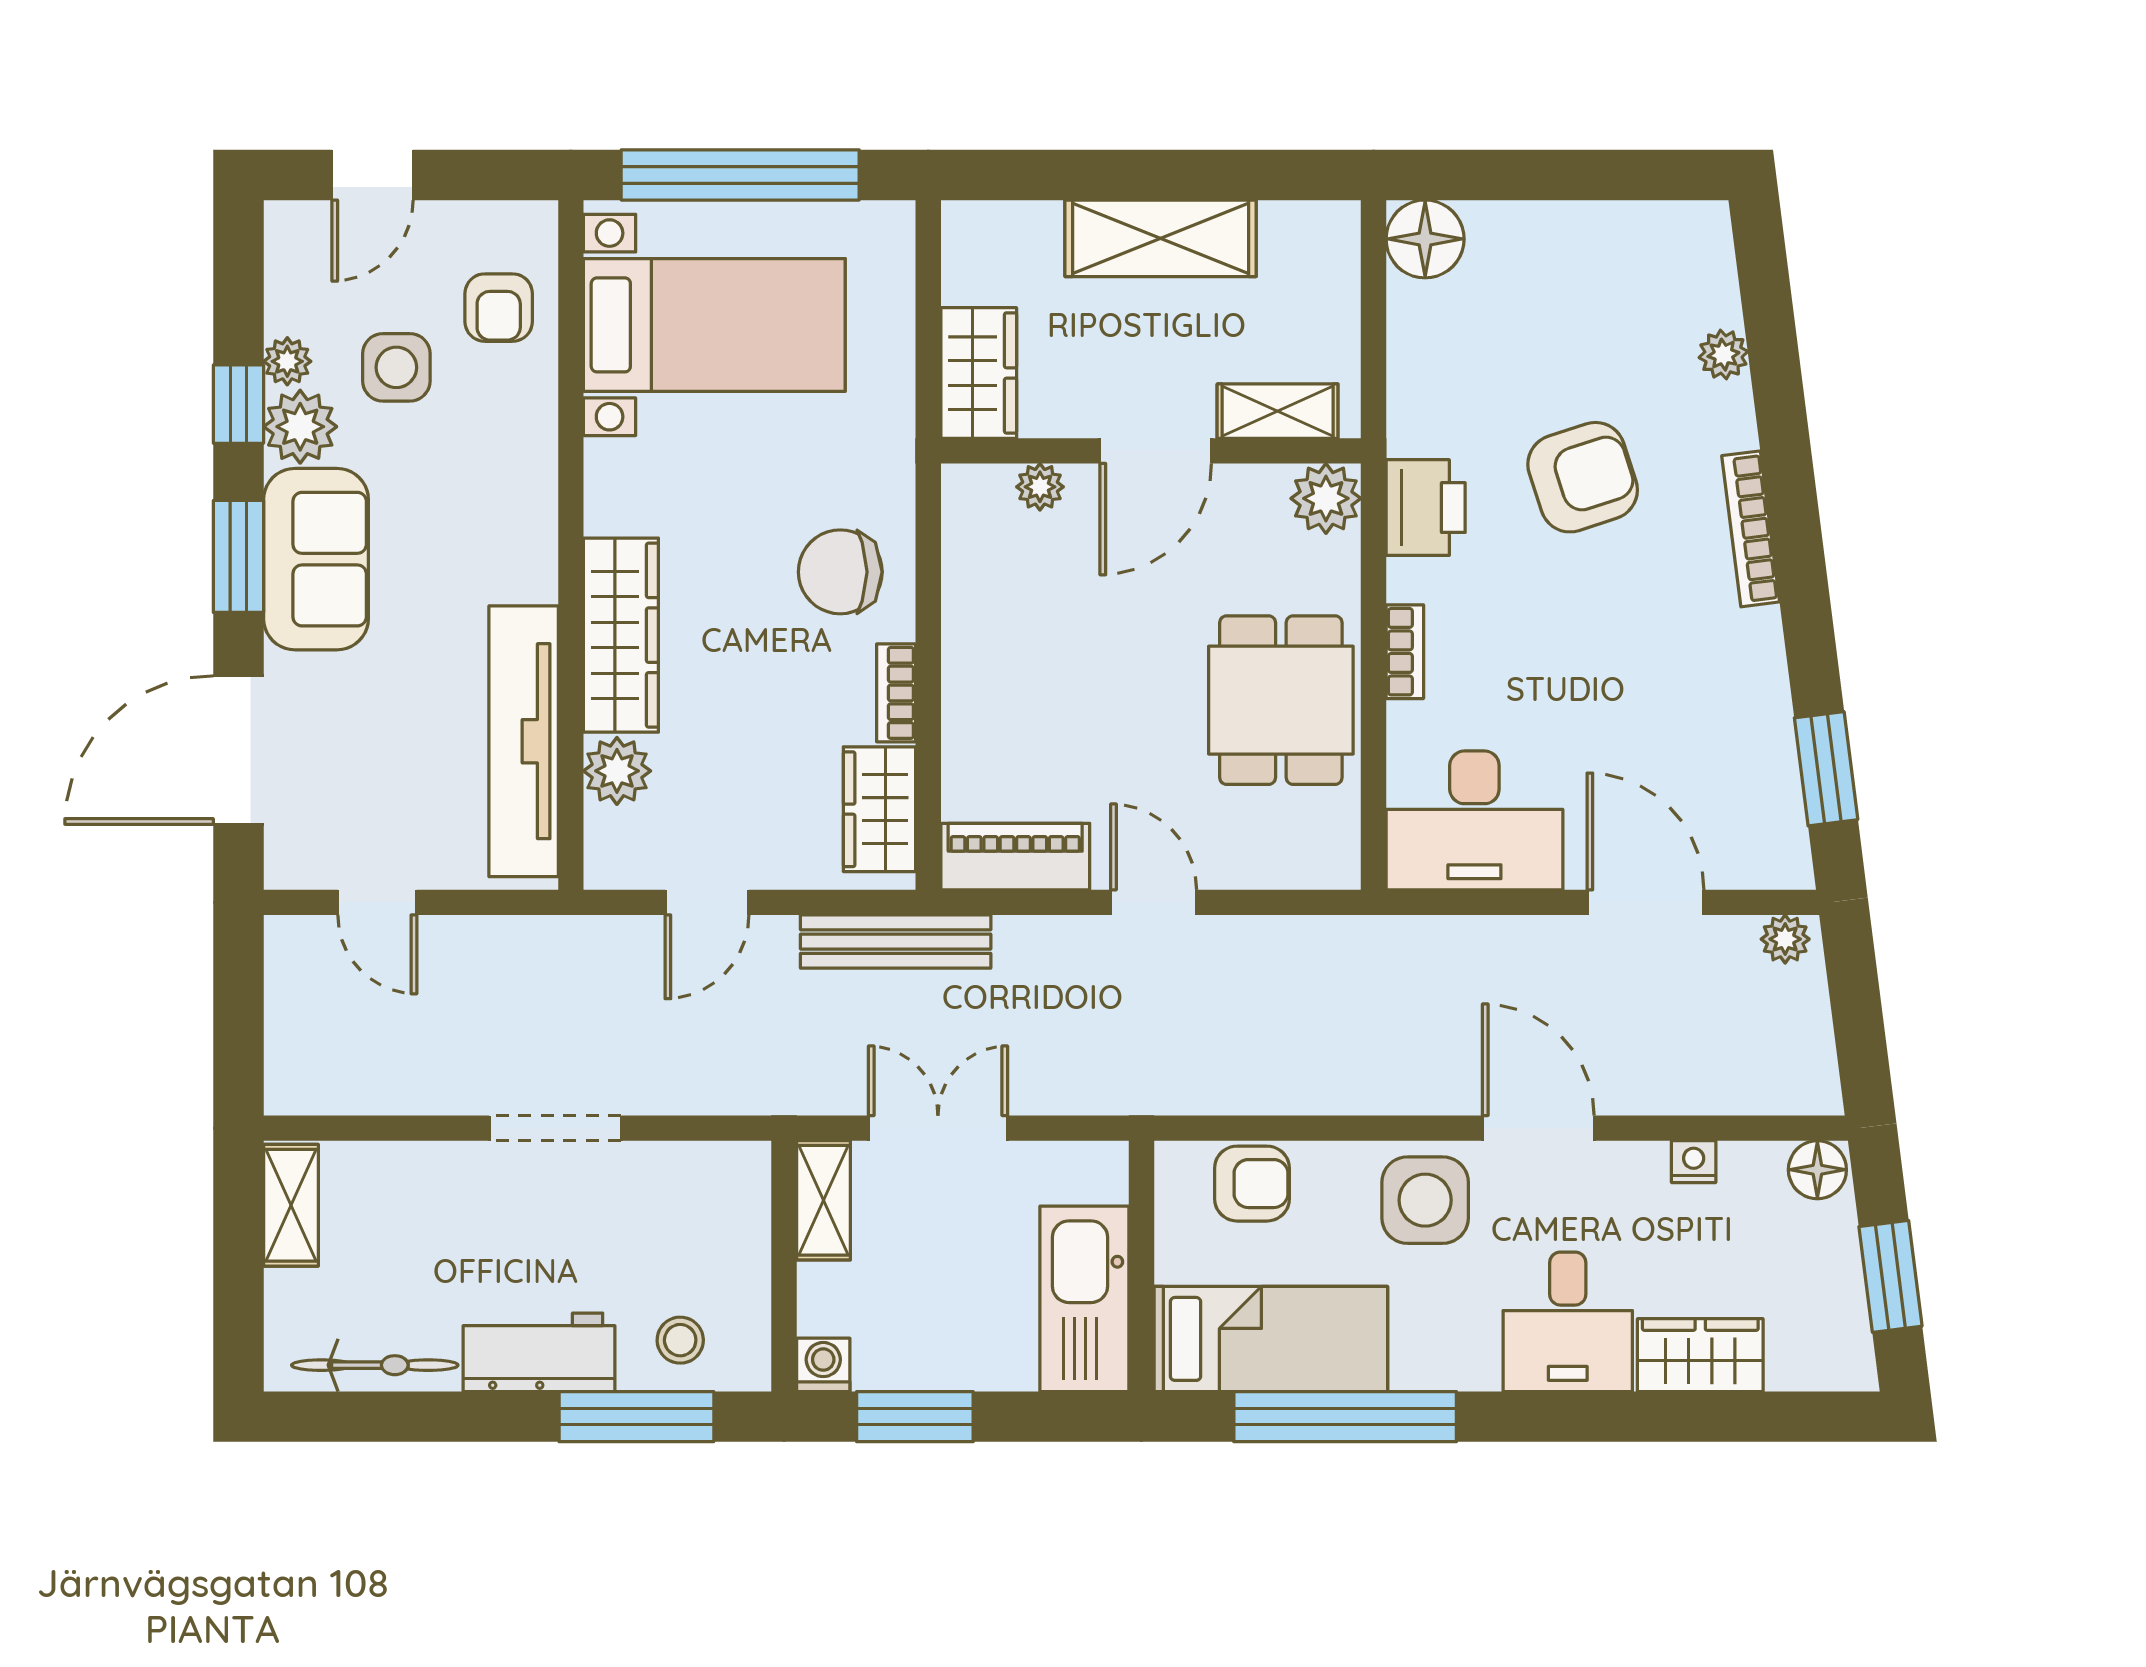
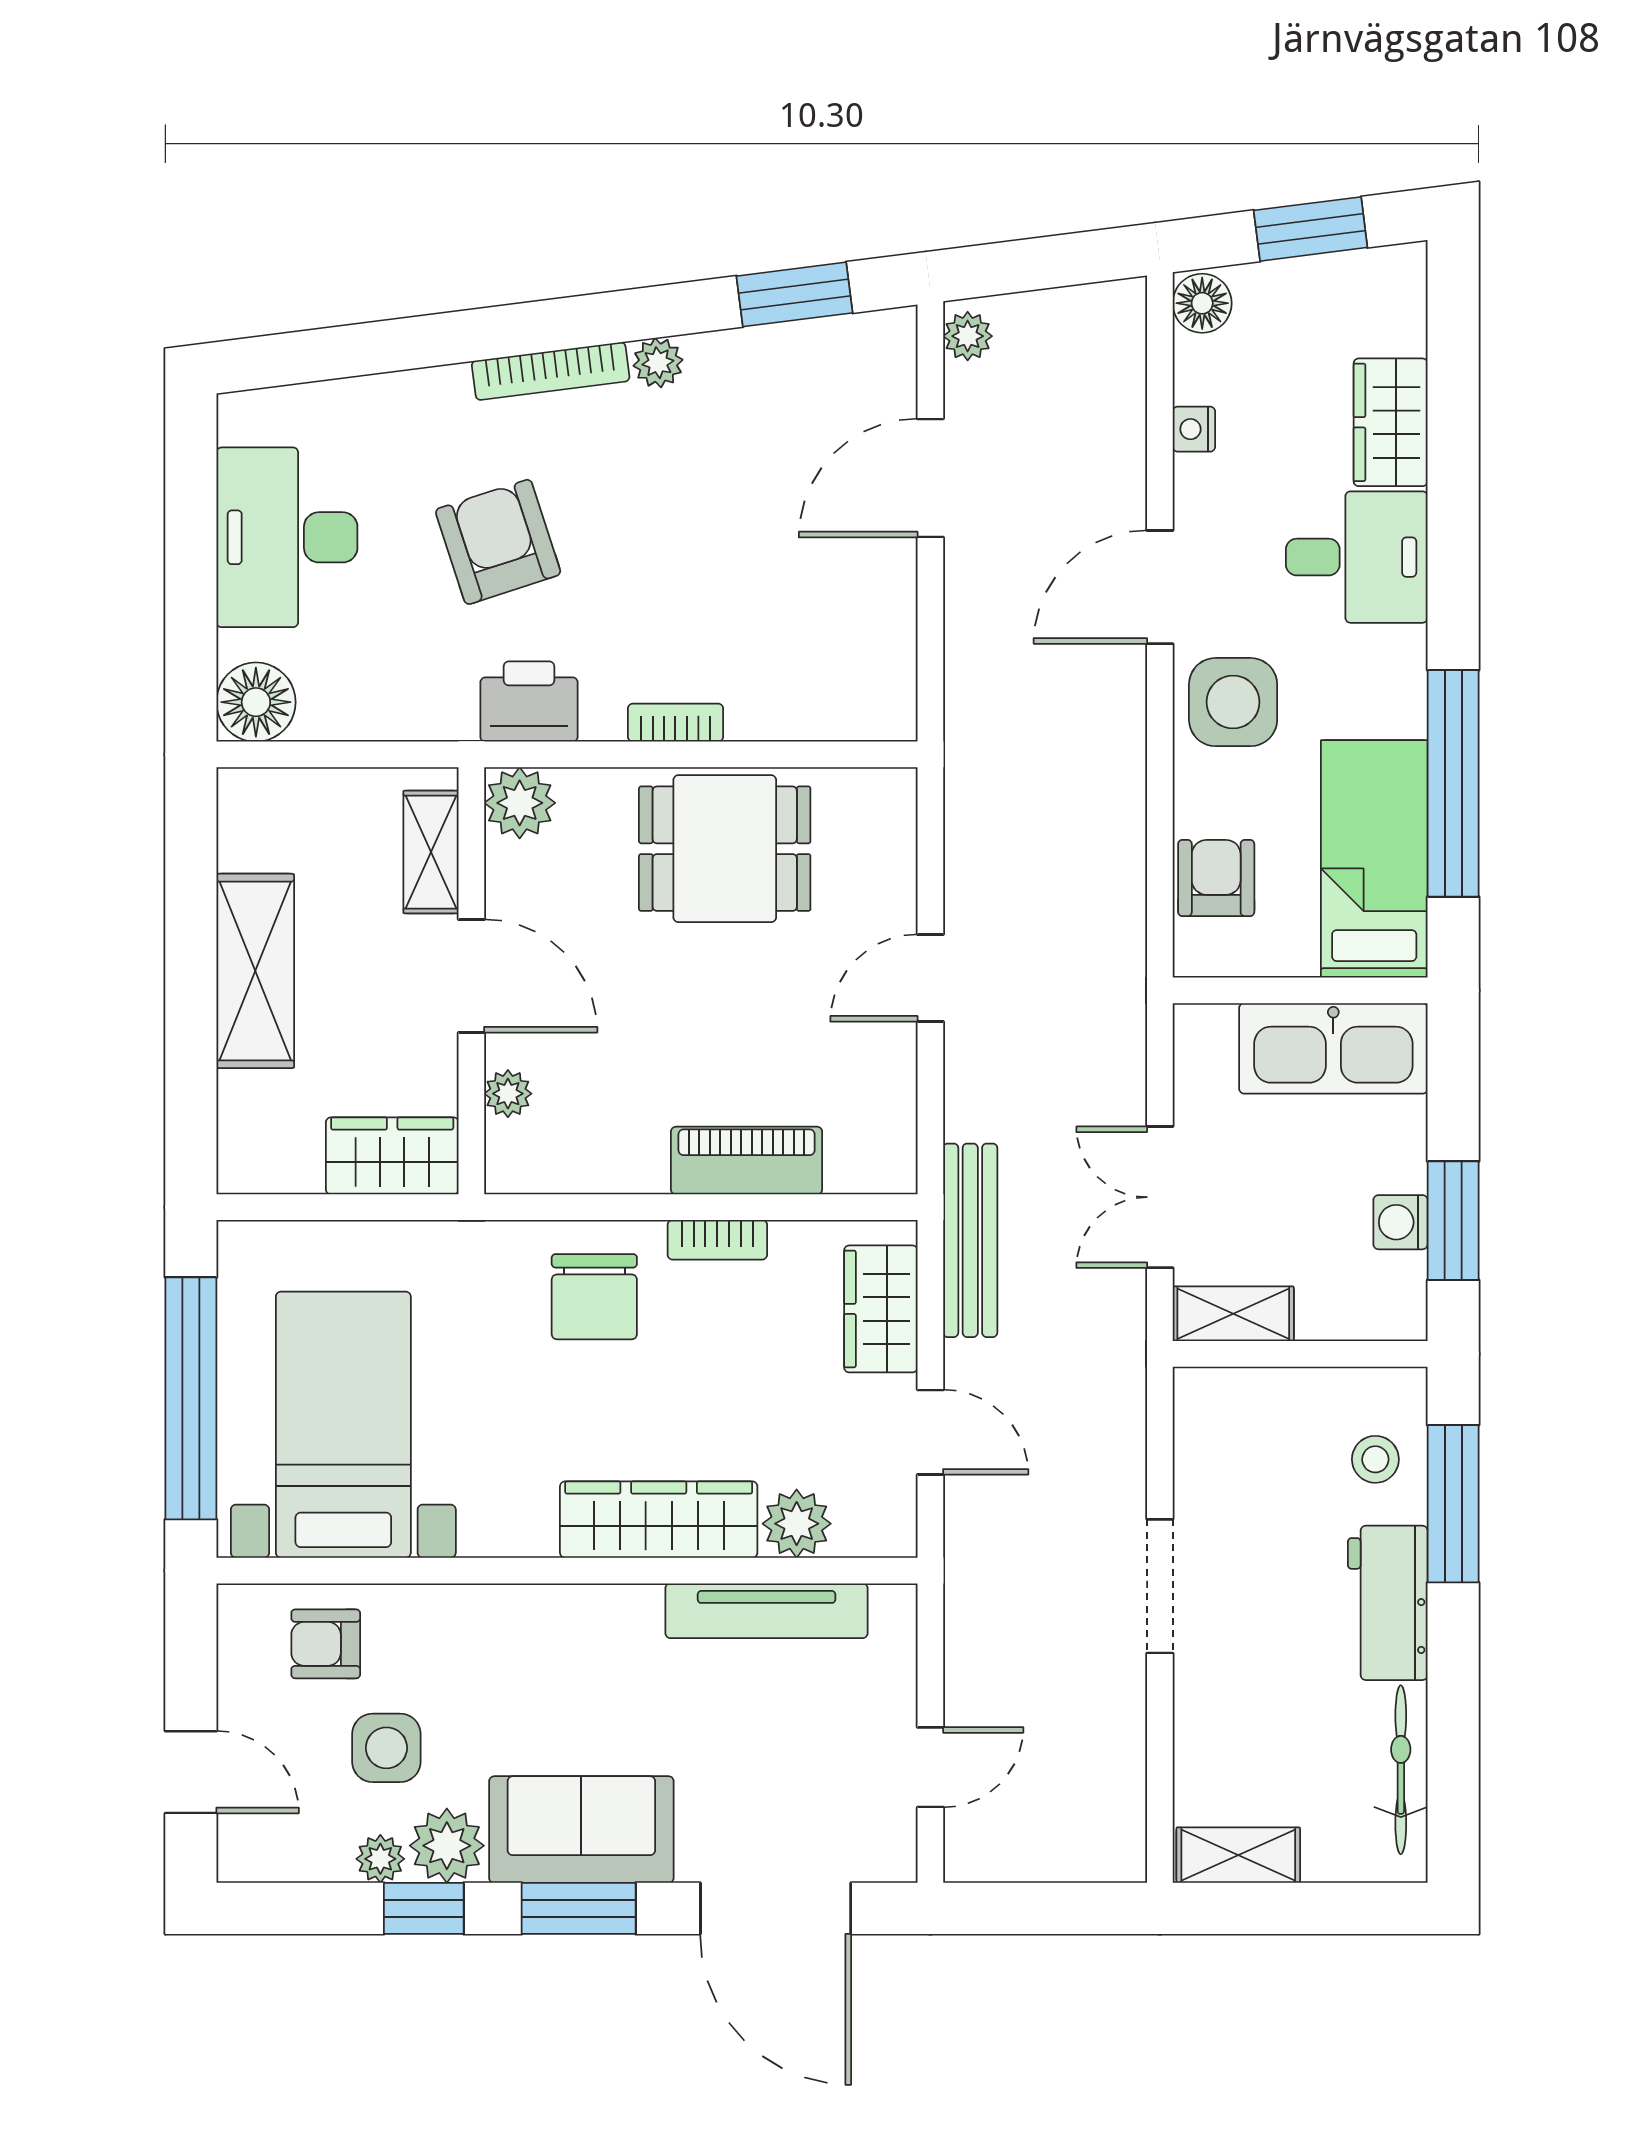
armchair: (499, 308) -> (326, 1644), turned 180
plant: (1723, 355) -> (658, 363), moved
tv unit: (524, 741) -> (767, 1611), width x0.73, depth x0.78
wardrobe: (880, 809) -> (881, 1309), moved, turned 90
desk: (1474, 820) -> (287, 537), moved, turned 180
piano: (1015, 857) -> (747, 1161), moved, turned 90
washing machine: (823, 1365) -> (1400, 1222), moved

